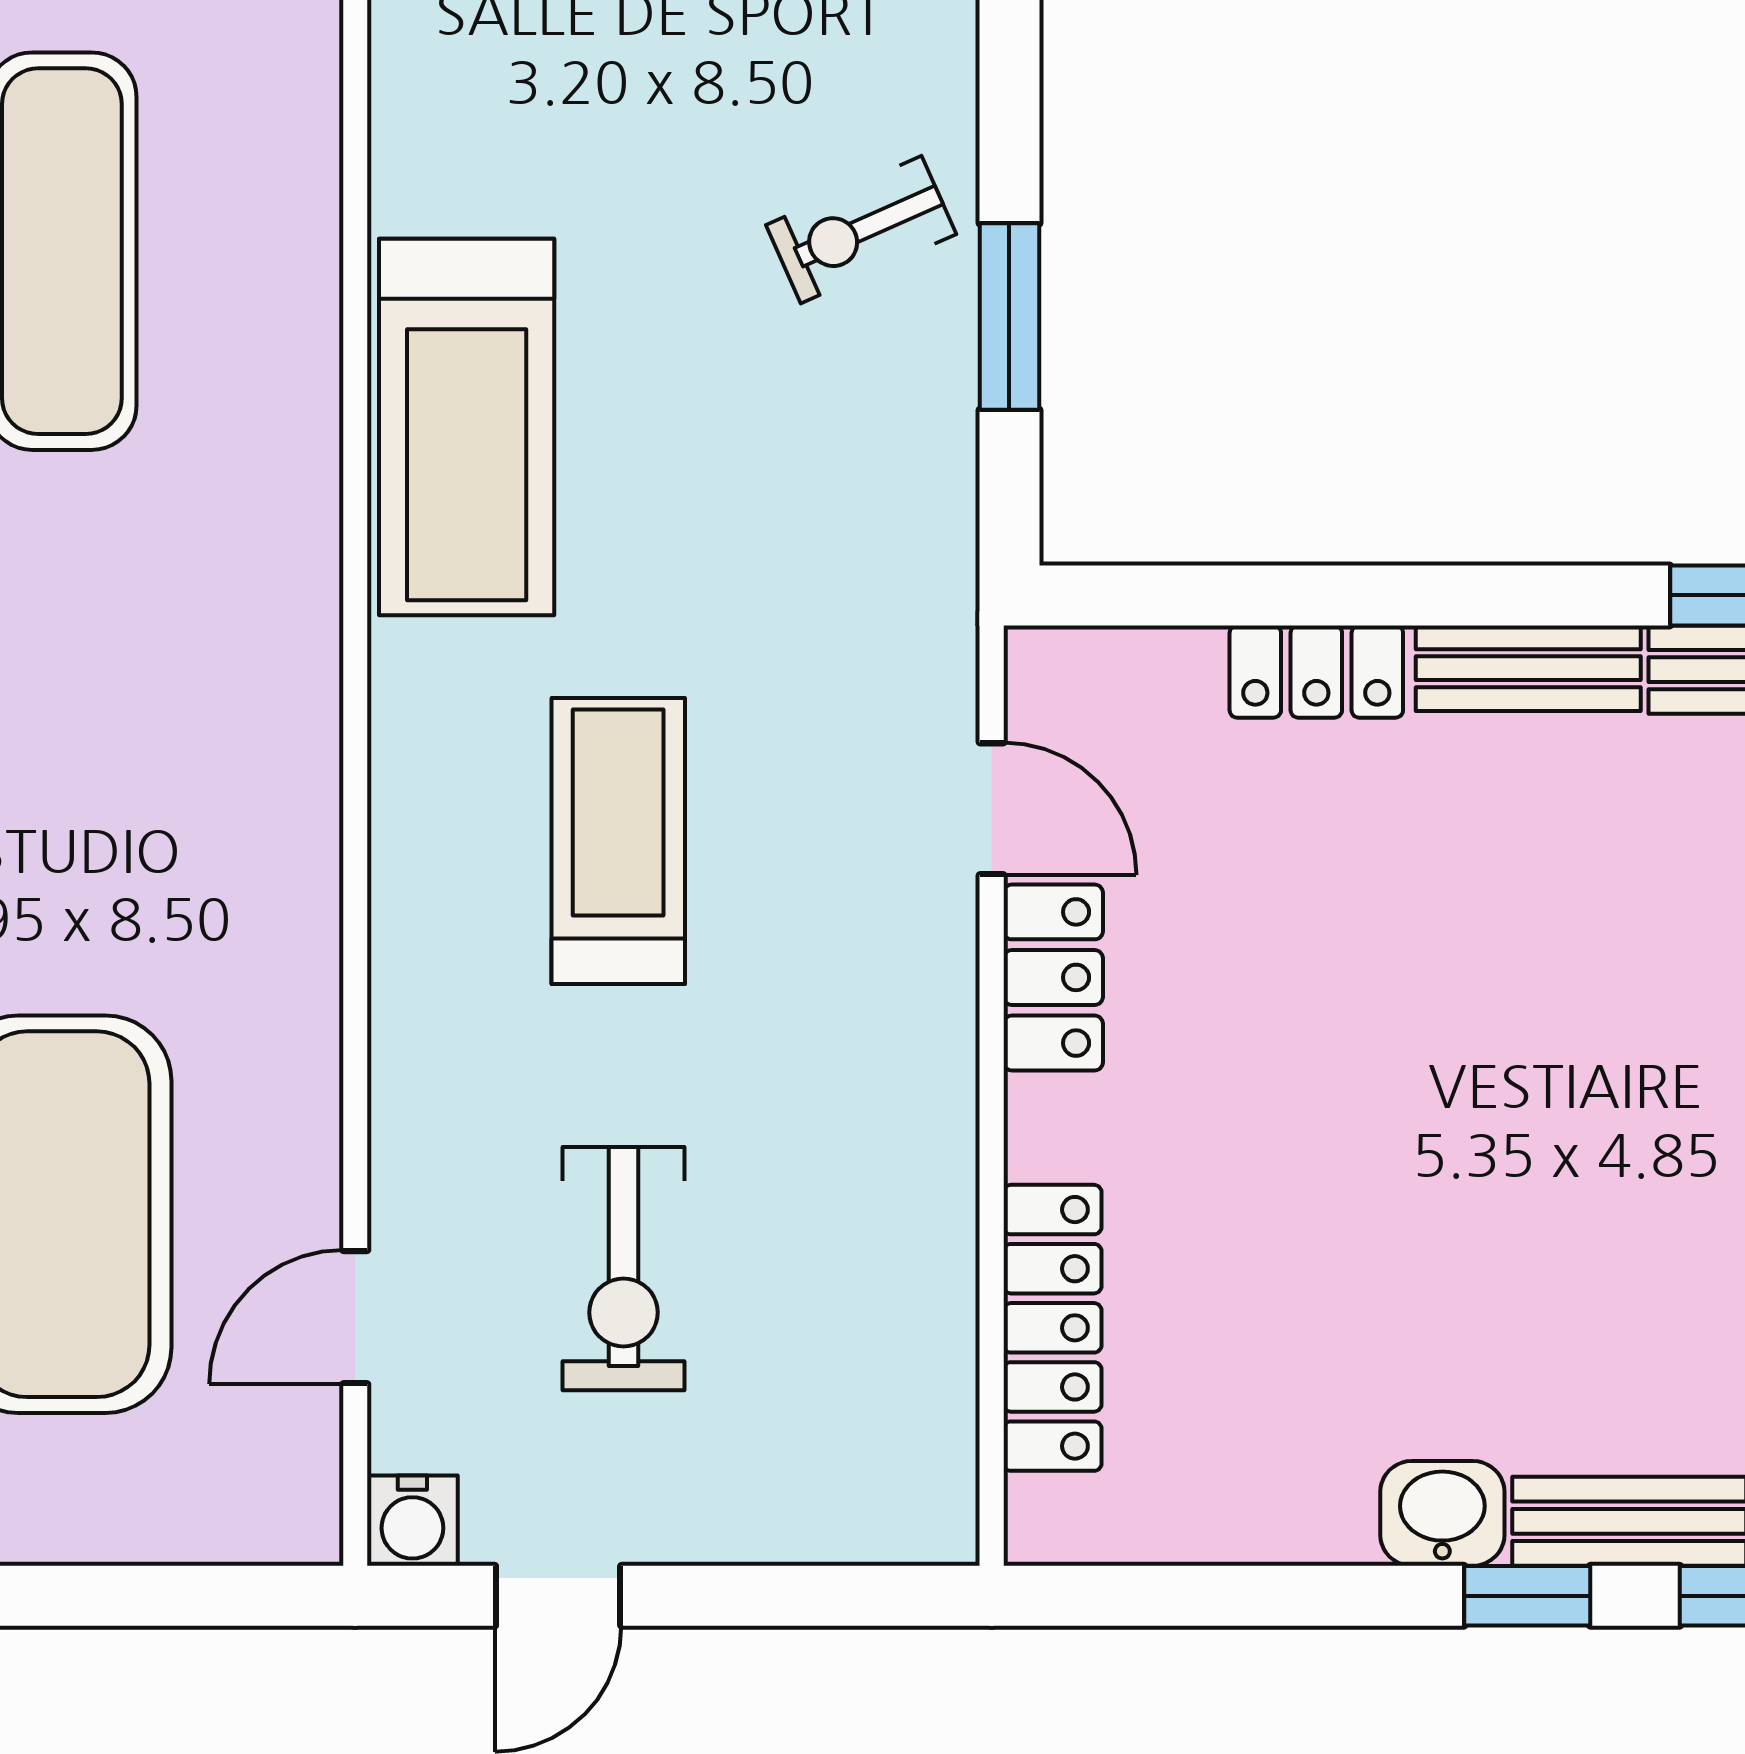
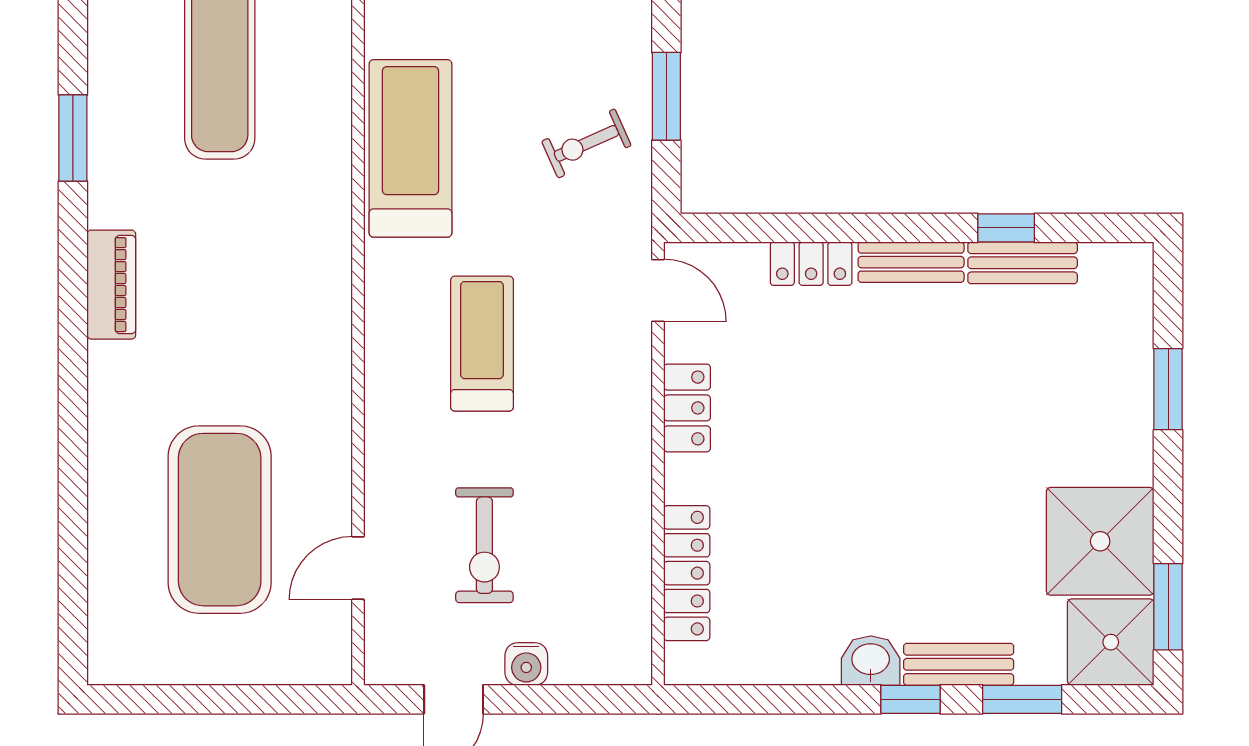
exercise bike: (861, 230) -> (586, 143), moved
treadmill: (467, 427) -> (410, 148), turned 180
door: (992, 809) -> (658, 290), moved
water cooler: (412, 1521) -> (526, 664), moved

